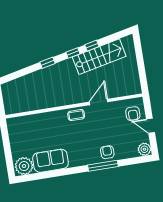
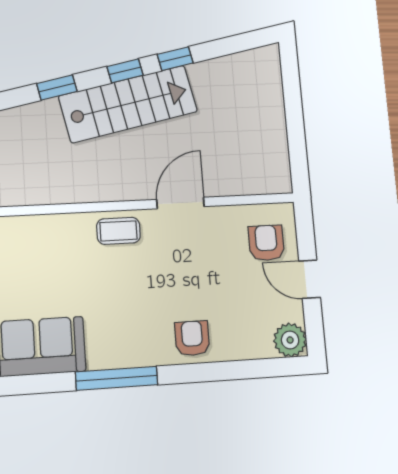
stairs: (99, 57) -> (128, 104), moved
armchair: (133, 114) -> (266, 243), turned 180
window: (103, 166) -> (117, 378), moved

